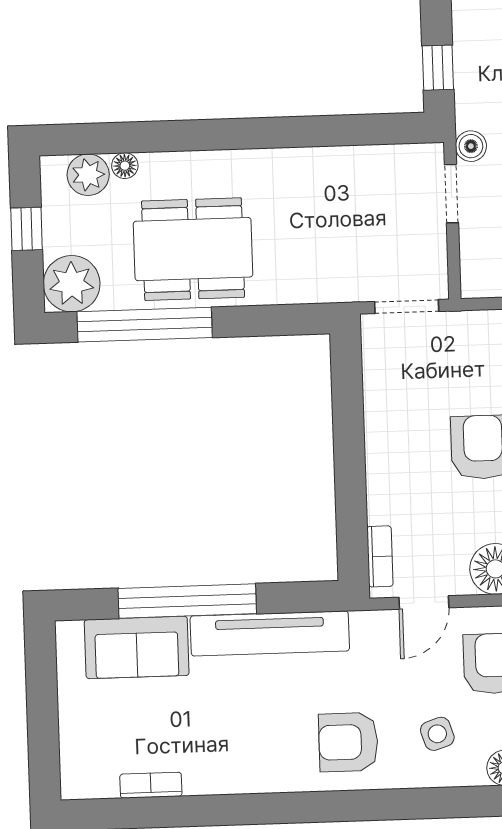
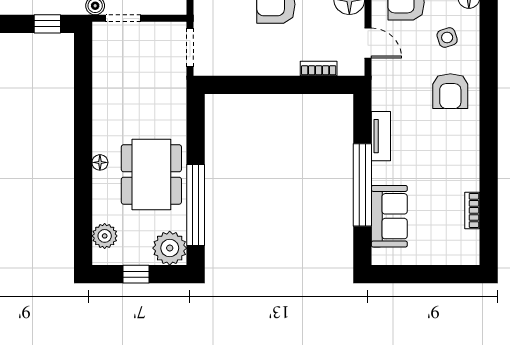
floor lamp: (125, 166) -> (100, 162), moved
bookcase: (380, 556) -> (319, 68), moved
tv unit: (270, 634) -> (381, 136), width x0.52, depth x0.78

